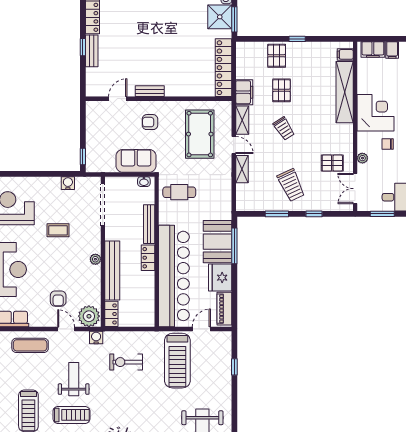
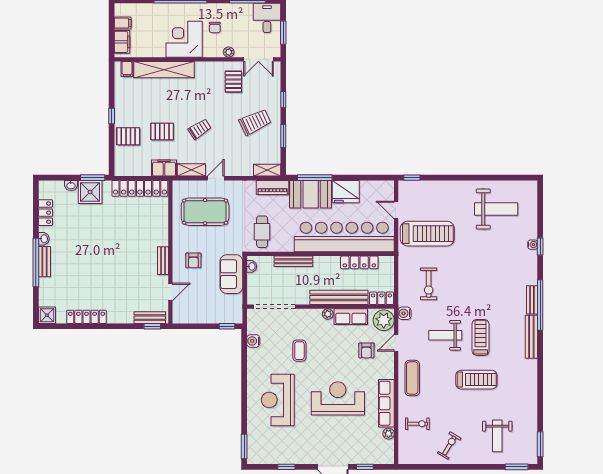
window: (83, 47) -> (152, 326), moved
bench: (92, 51) -> (150, 318), moved
door: (118, 99) -> (170, 292), swing flipped
shelving: (242, 169) -> (267, 170), moved
locker: (148, 258) -> (359, 262), moved, width x1.53
row of seats: (93, 283) -> (351, 317), added
armchair: (58, 299) -> (366, 350), turned 90
piano: (224, 309) -> (273, 187), moved
window: (234, 367) -> (412, 178), moved

